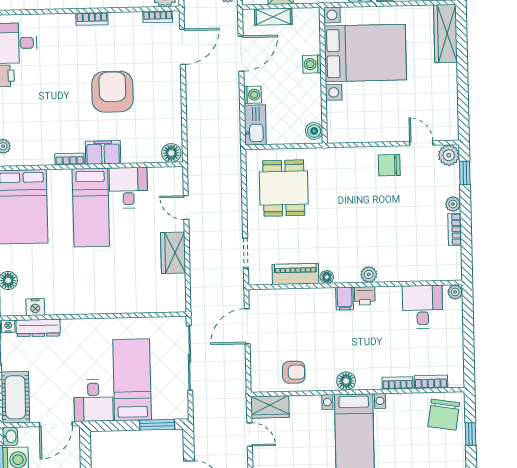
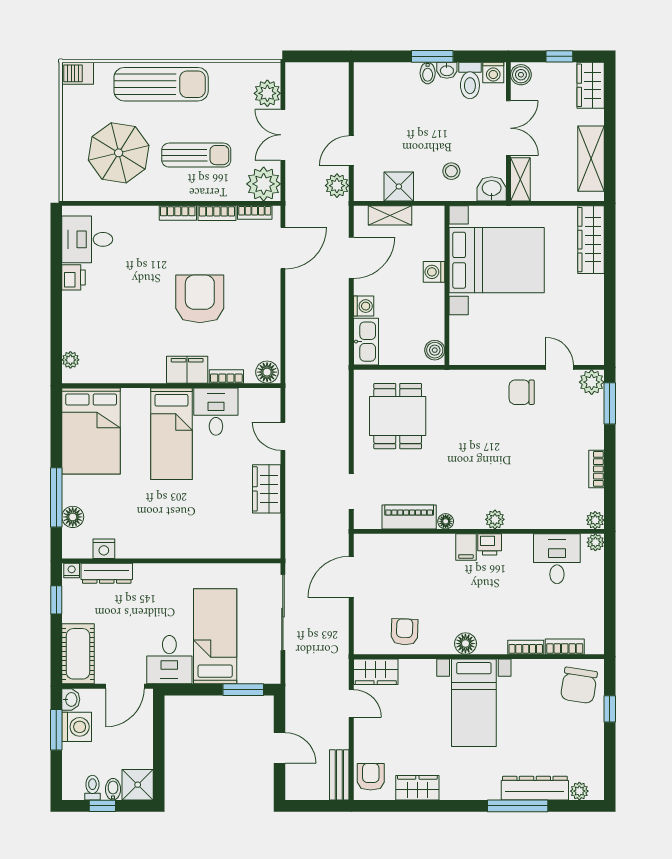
bookcase: (125, 18) -> (217, 213), added
bookcase: (70, 159) -> (226, 376), moved
window: (465, 173) -> (610, 403), width x1.50
plant: (453, 204) -> (595, 520), moved
armchair: (294, 372) -> (404, 632), turned -88

